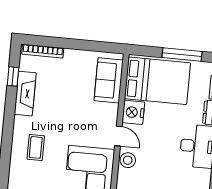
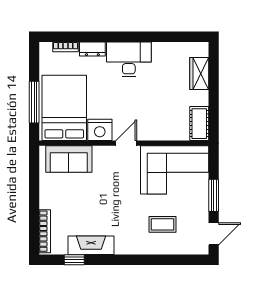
window: (182, 54) -> (34, 102), moved
coffee table: (36, 147) -> (162, 224), moved
stool: (128, 160) -> (151, 131), removed

